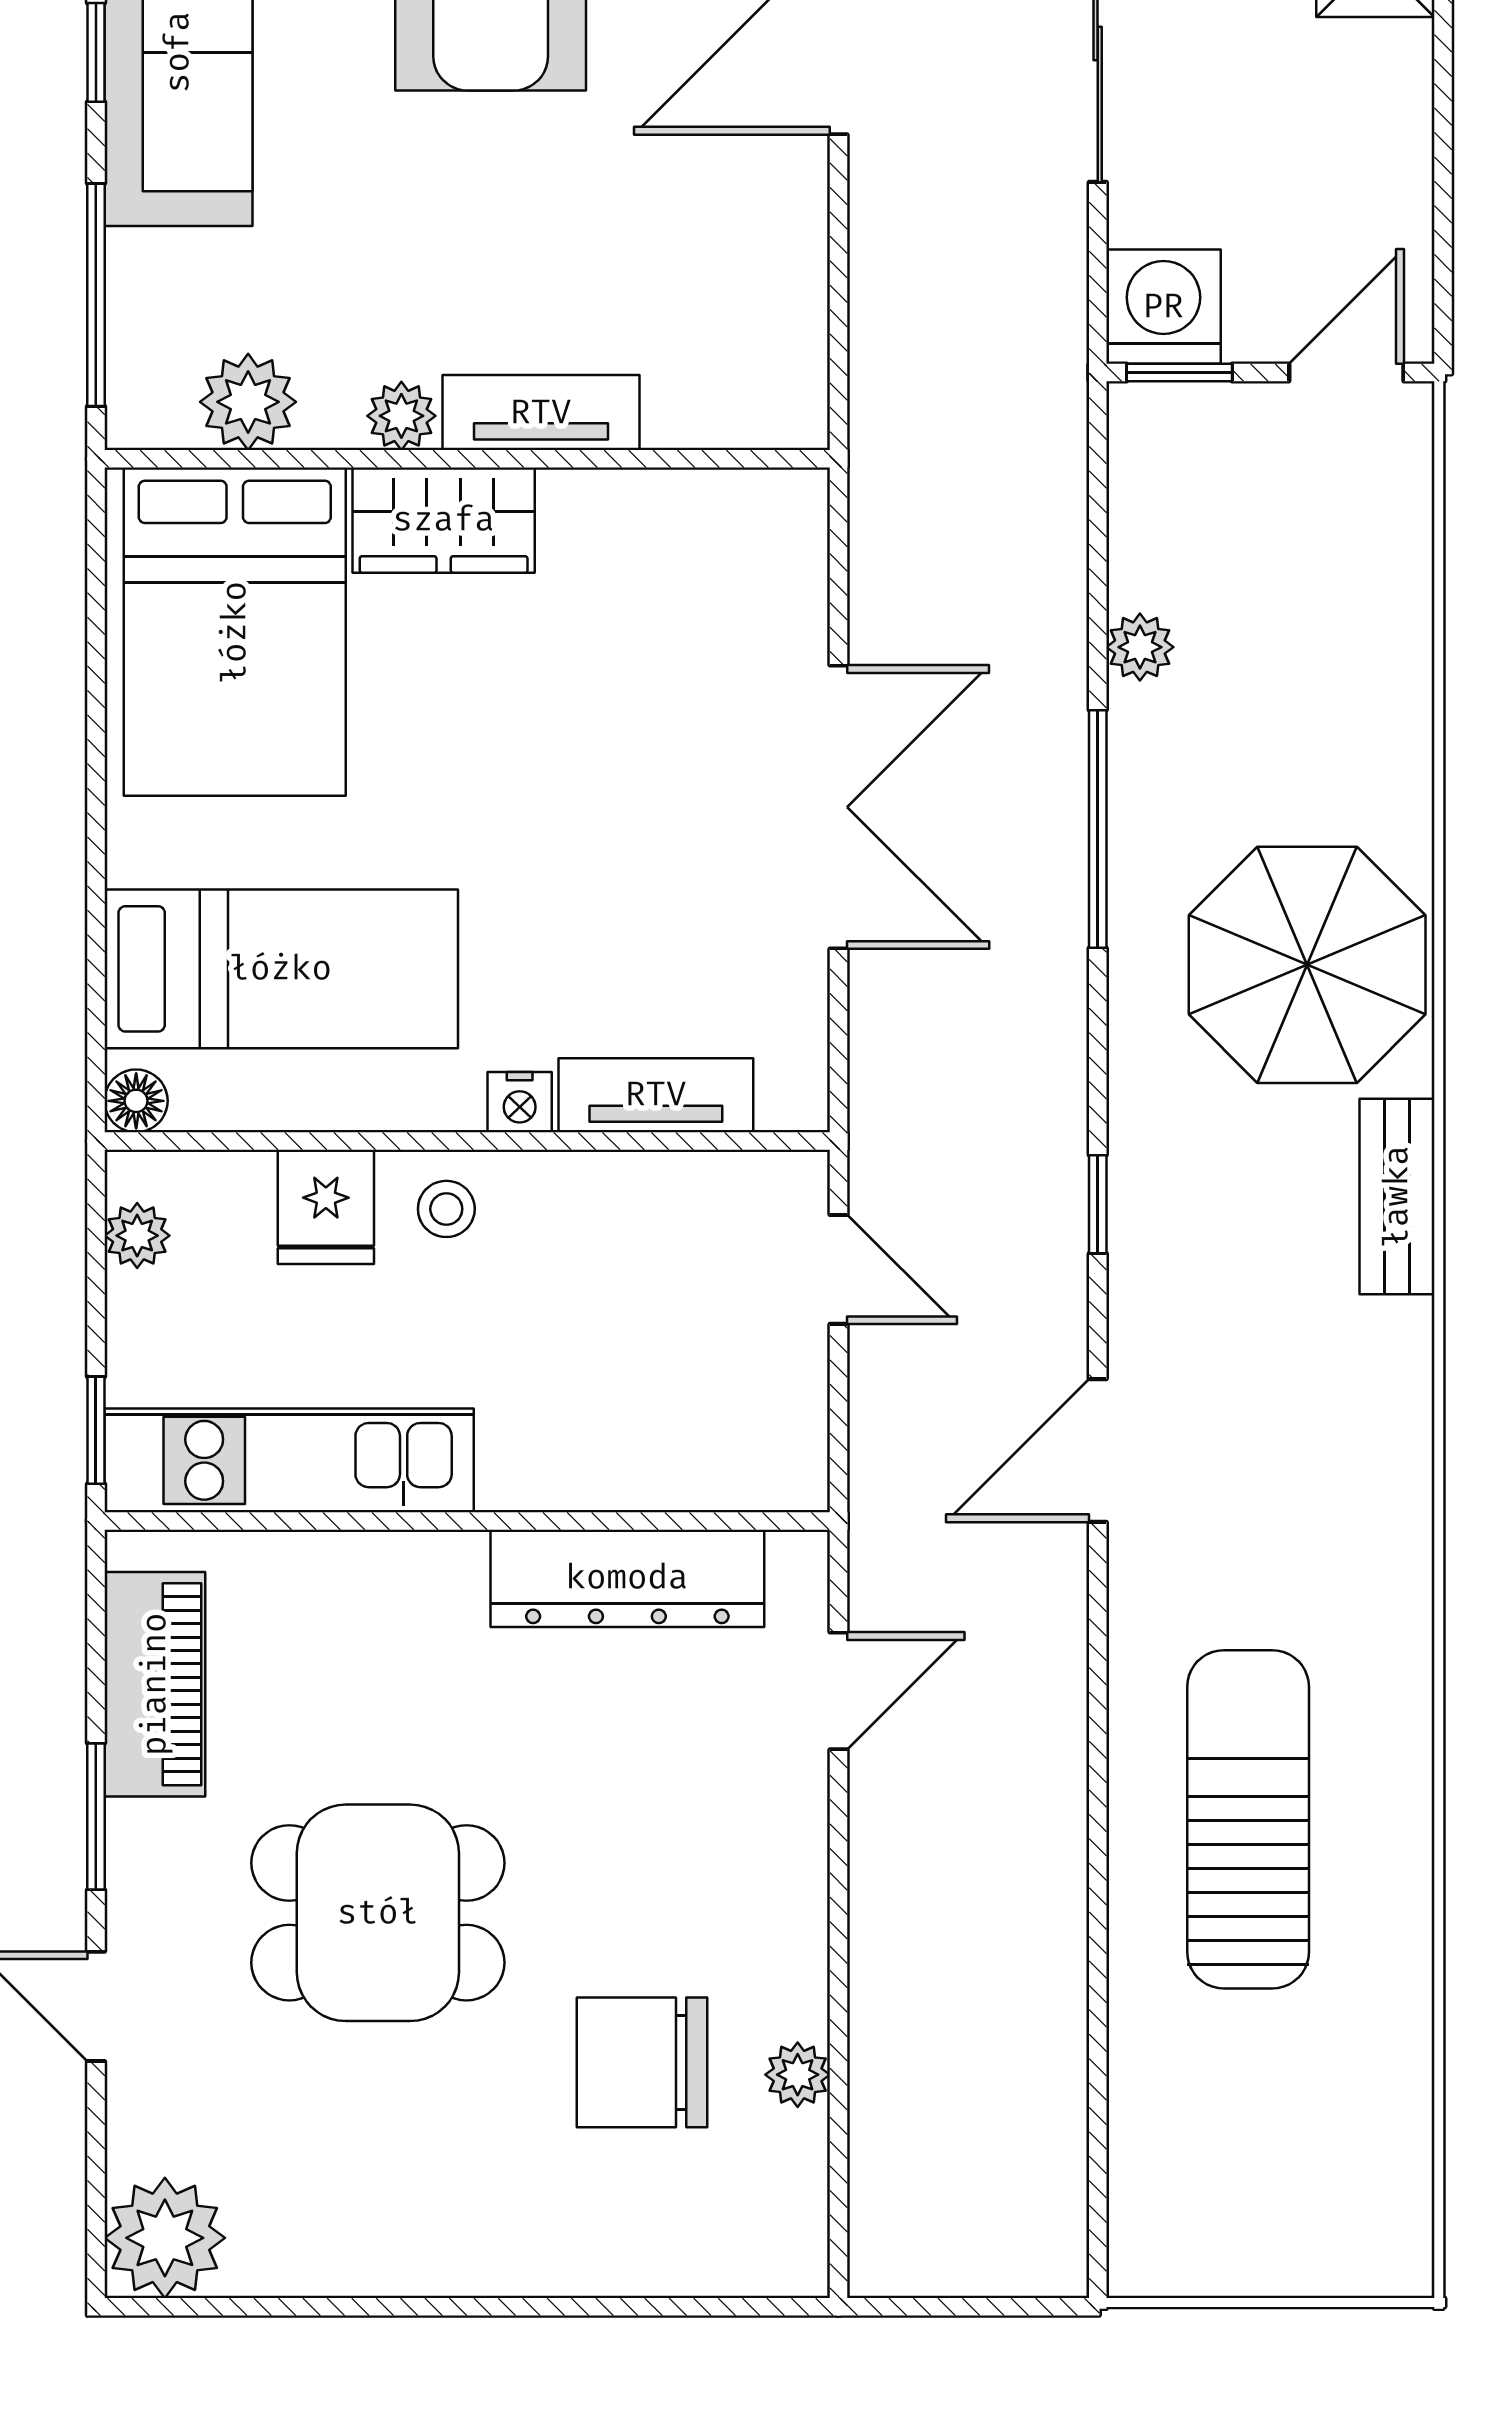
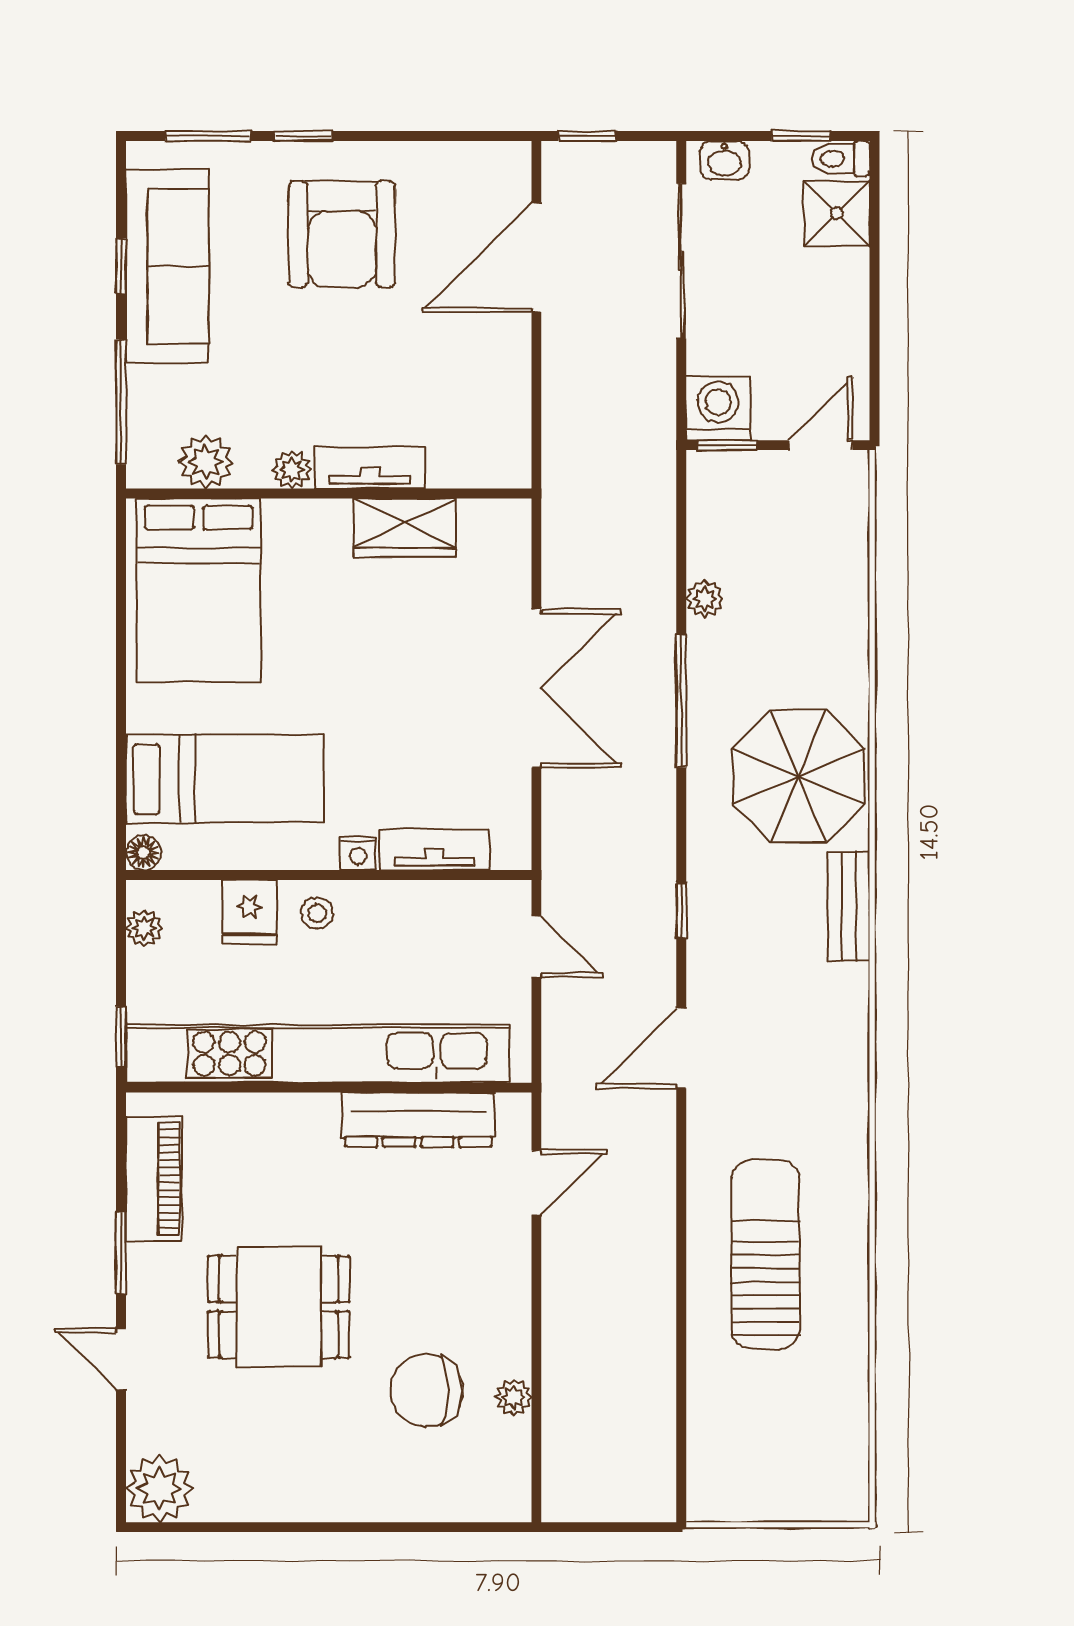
wardrobe: (444, 520) -> (405, 528), moved
kitchen unit: (289, 1460) -> (318, 1054), width x1.86

